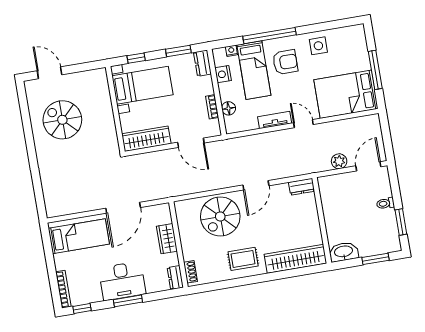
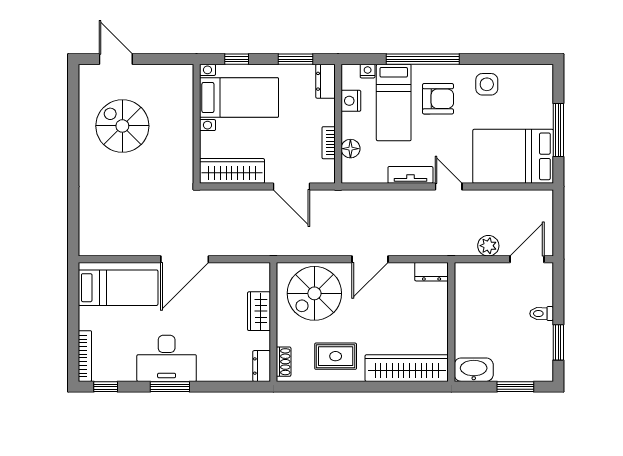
wardrobe: (167, 239) -> (259, 311), moved
wall: (178, 245) -> (273, 322), moved
shoe rack: (191, 272) -> (284, 362), moved
dresser: (175, 278) -> (262, 366), moved

